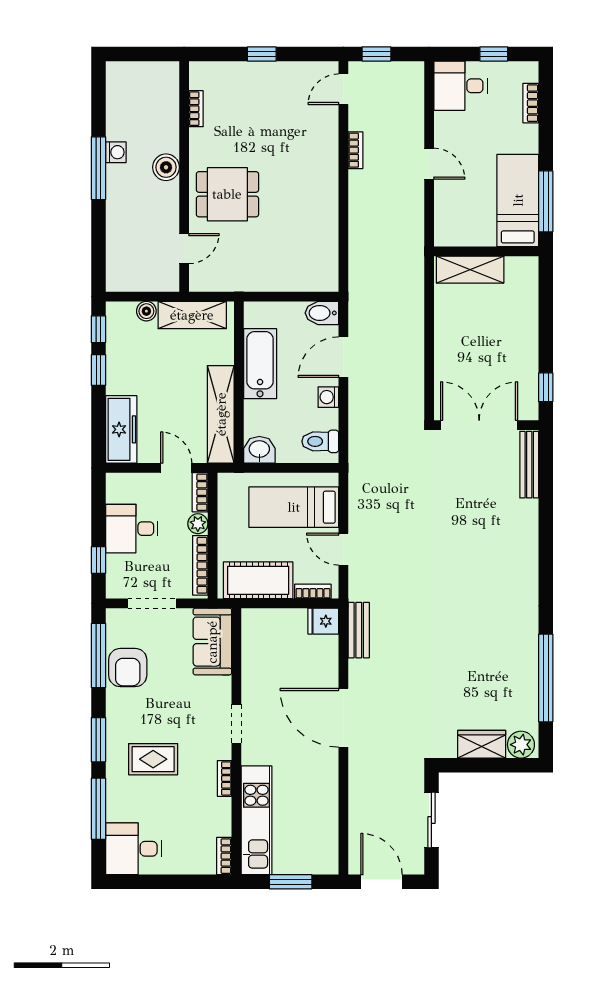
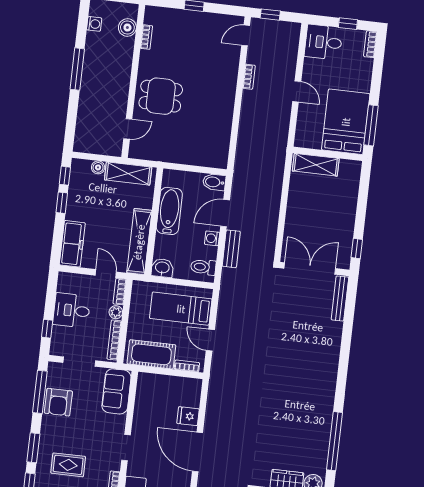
bookcase: (531, 103) -> (370, 44), moved
washing machine: (116, 152) -> (94, 24), moved
boiler: (166, 167) -> (127, 28), moved
bed: (518, 200) -> (346, 122), width x1.50
fridge: (323, 621) -> (188, 416), moved
bench: (359, 630) -> (231, 249), moved

